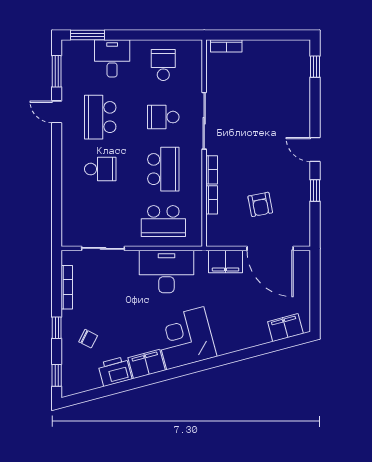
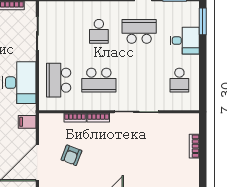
bookcase: (226, 46) -> (194, 146), moved
school desk: (163, 65) -> (179, 80), turned 90
school desk: (163, 117) -> (139, 80), removed
armchair: (260, 204) -> (71, 155), turned -58
filing cabinet: (226, 262) -> (27, 122), width x0.50

